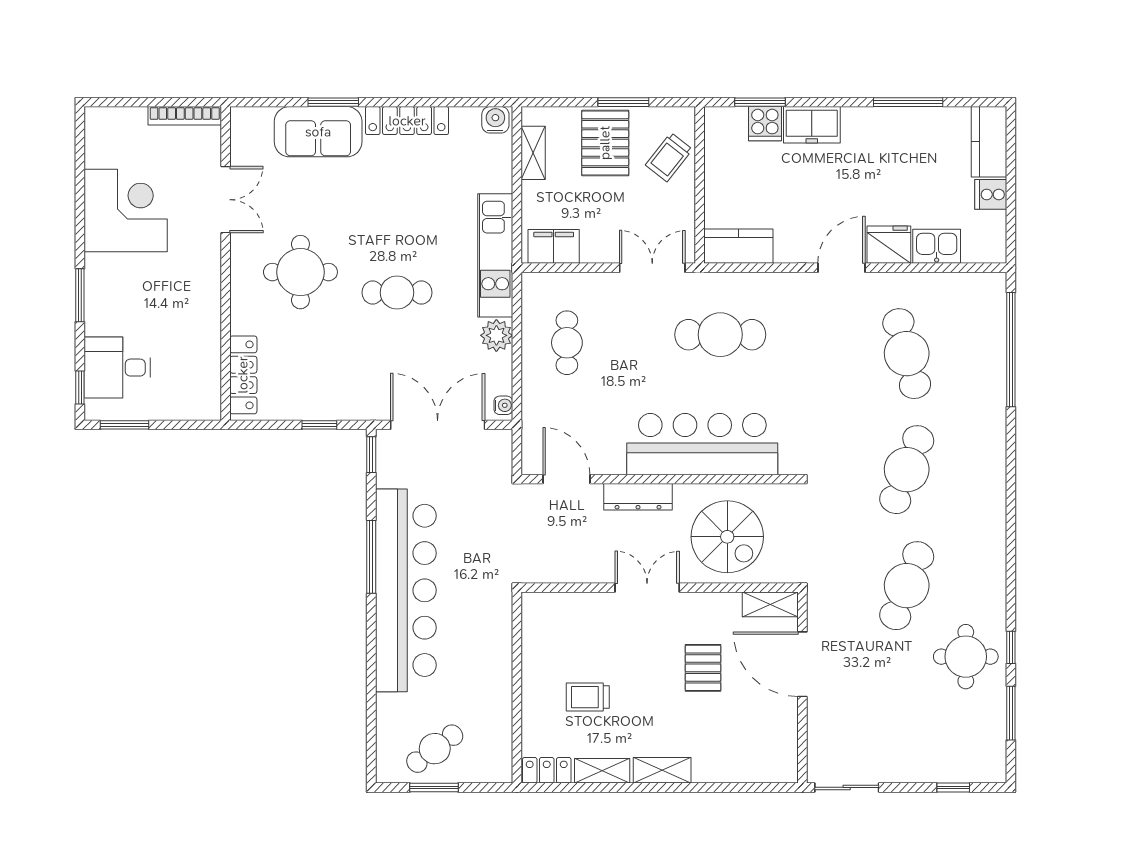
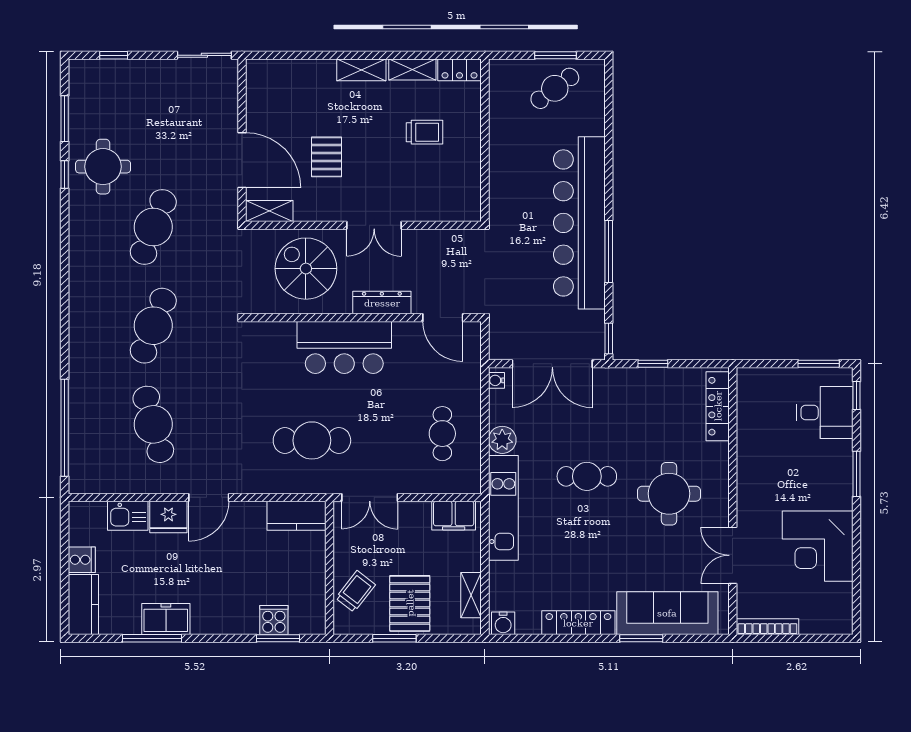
freezer: (812, 125) -> (166, 619), moved
sofa: (318, 132) -> (667, 613), width x1.36
bar counter: (702, 444) -> (344, 347), width x0.73

